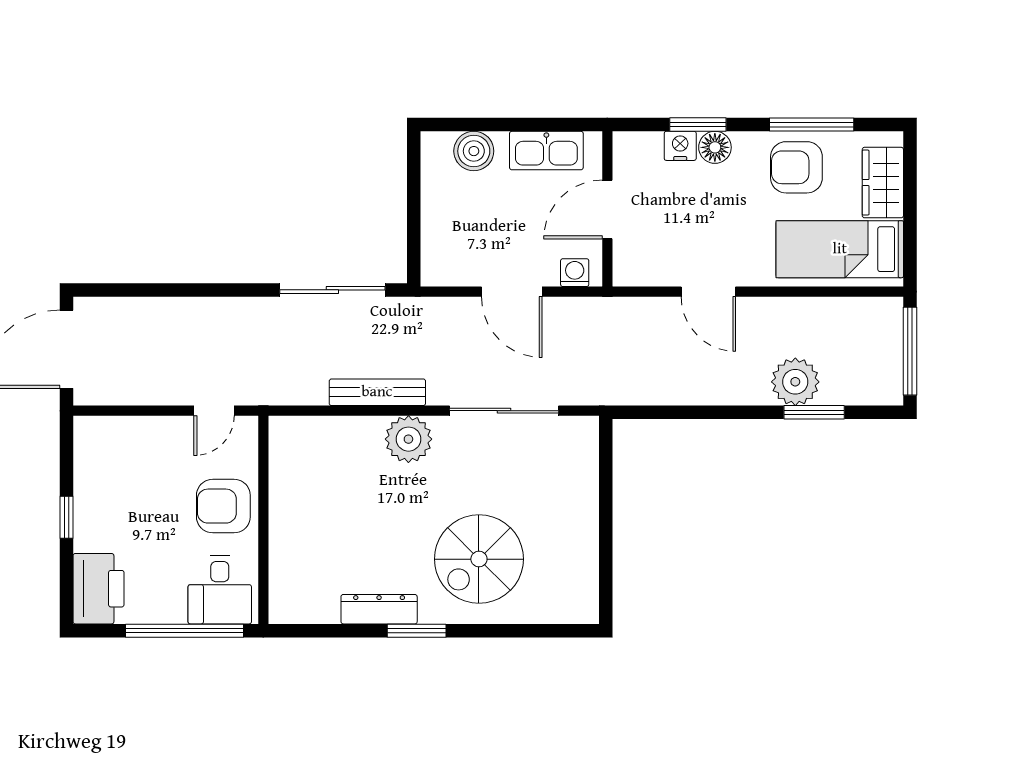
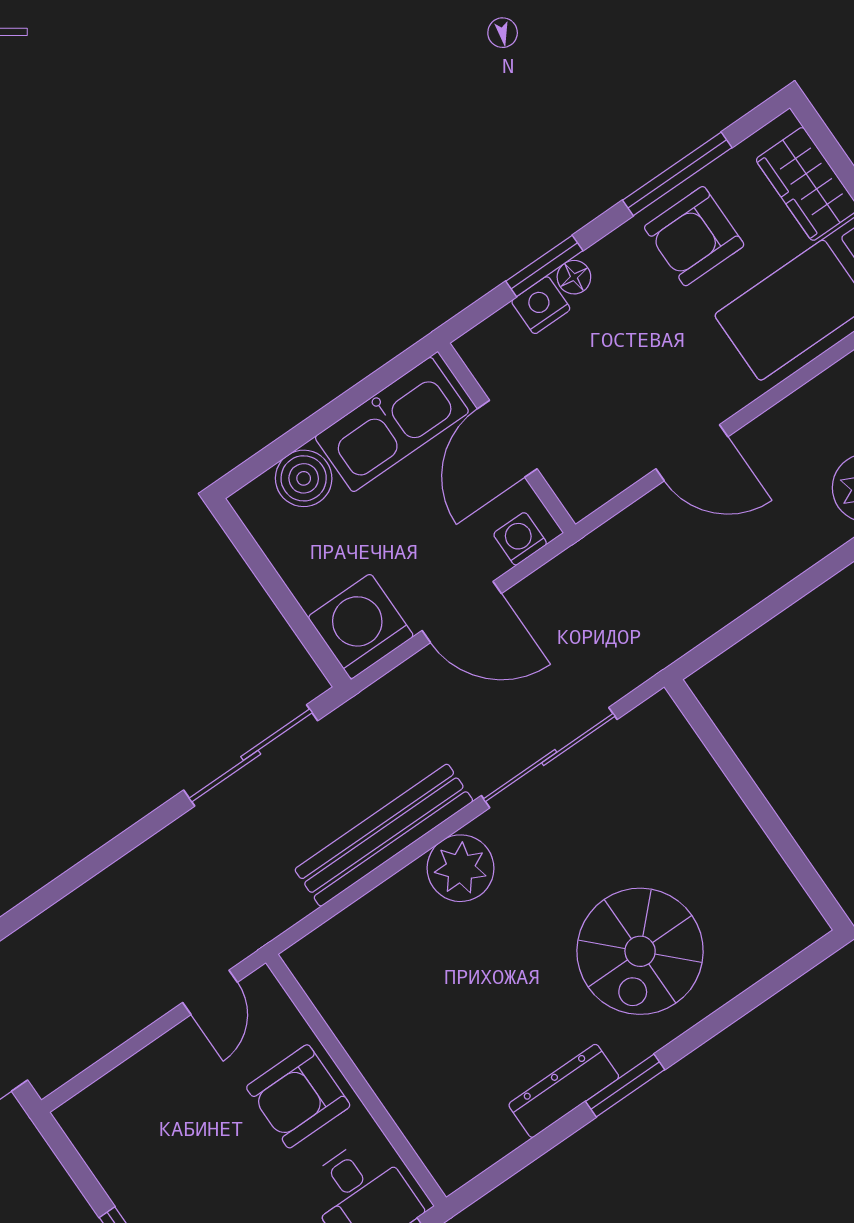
floor lamp: (715, 147) -> (574, 277), width x0.73, depth x0.73
kitchen sink: (546, 151) -> (392, 424), width x1.36, depth x1.24
washing machine: (448, 260) -> (361, 627), added
bench: (377, 392) -> (384, 835), width x1.37, depth x1.21

